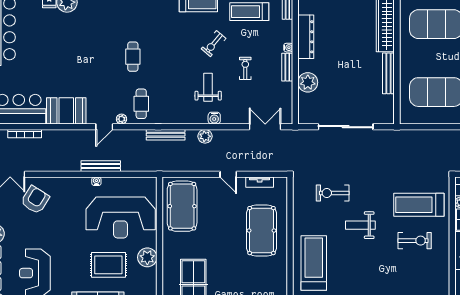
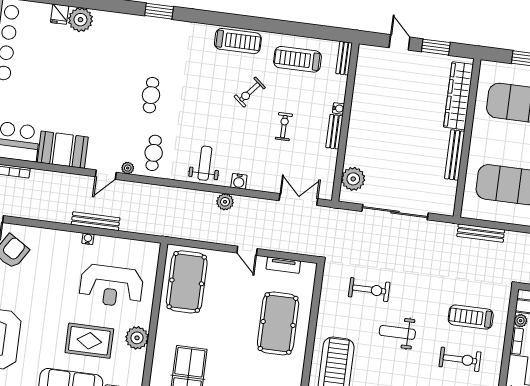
dresser: (306, 37) -> (361, 98), removed
plant: (308, 82) -> (353, 179), moved
weight bench: (208, 87) -> (205, 163), moved
bench: (166, 135) -> (481, 233), moved
exercise bike: (333, 193) -> (369, 290), turned 180
treadmill: (419, 205) -> (471, 317), width x0.73, depth x0.73
reception desk: (121, 217) -> (111, 286), width x0.74, depth x0.77

